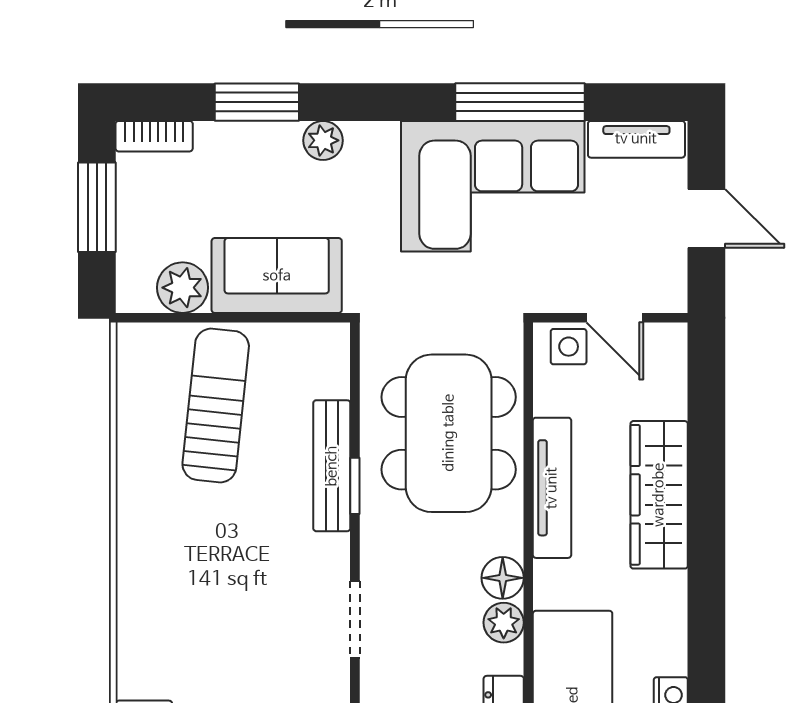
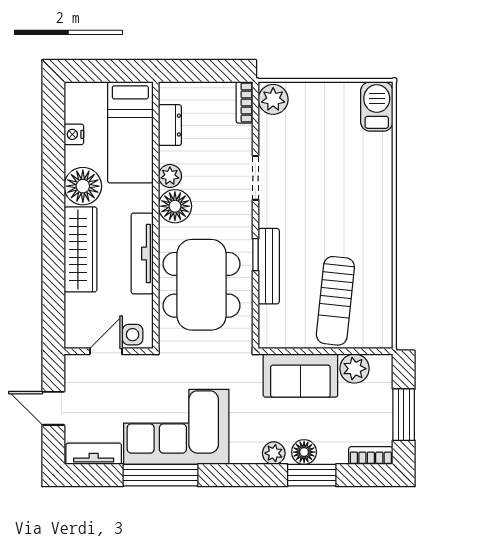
floor lamp: (270, 142) -> (304, 452), added
door: (615, 318) -> (106, 351), hinge flipped
floor lamp: (503, 578) -> (175, 206), width x1.38, depth x1.38
floor lamp: (655, 605) -> (83, 186), added

